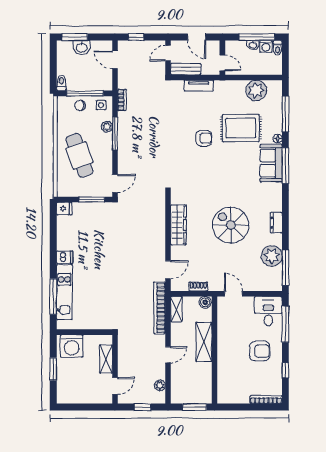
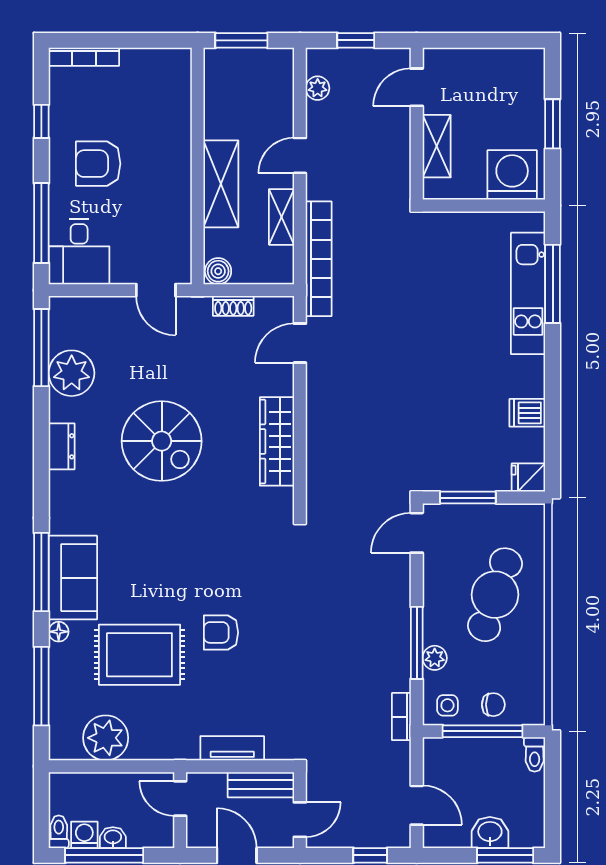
cafe table: (79, 155) -> (495, 595), turned 39
dishwasher: (65, 257) -> (527, 413), moved
shelving: (176, 309) -> (281, 217), moved

